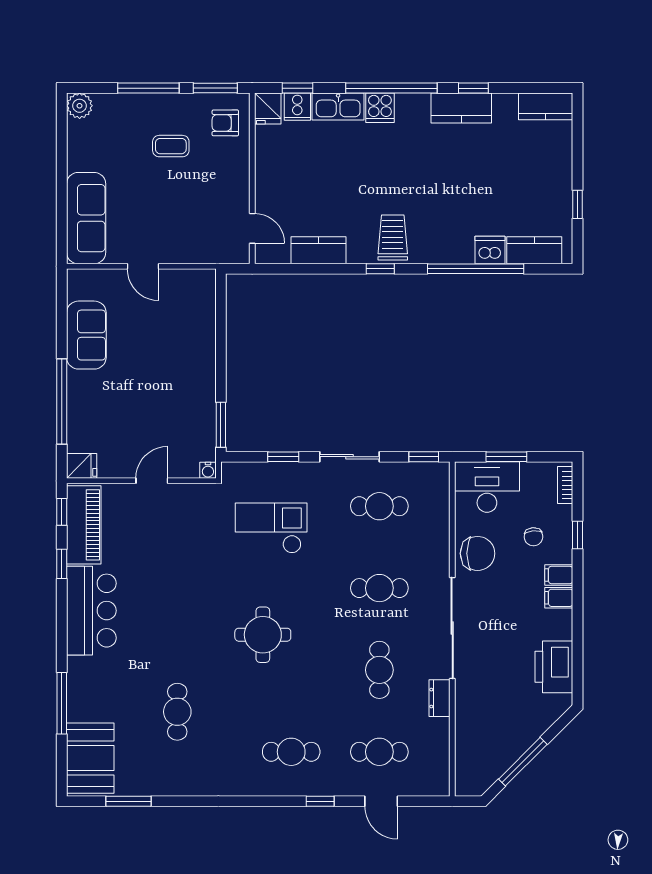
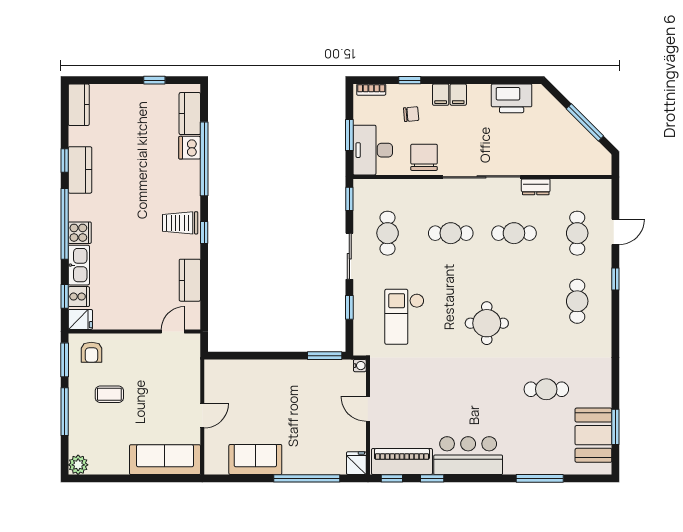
coffee table: (171, 146) -> (109, 394), turned 90
cafe table: (379, 588) -> (451, 233), turned 90
booth: (90, 758) -> (593, 435), moved, turned 90

